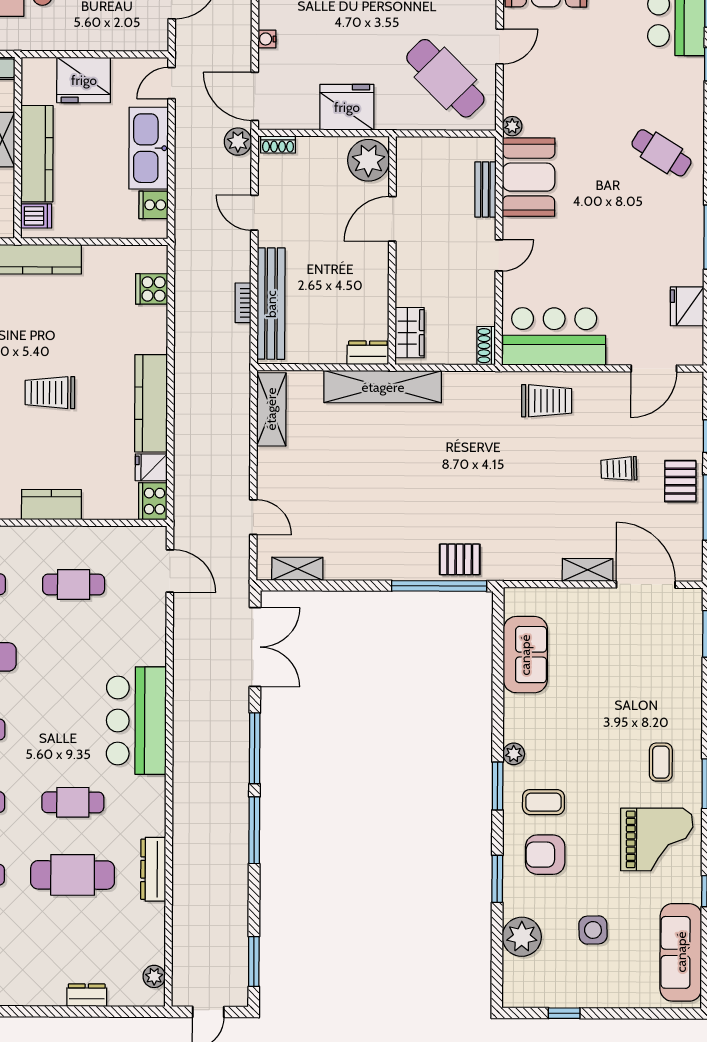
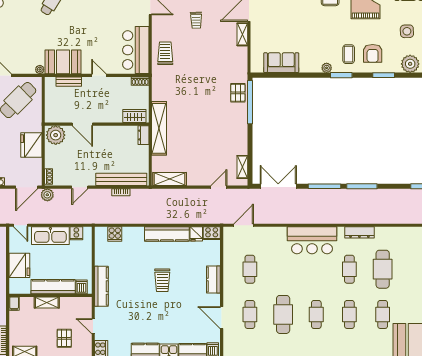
dresser: (153, 869) -> (359, 232), moved

